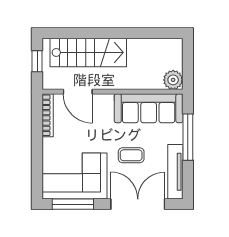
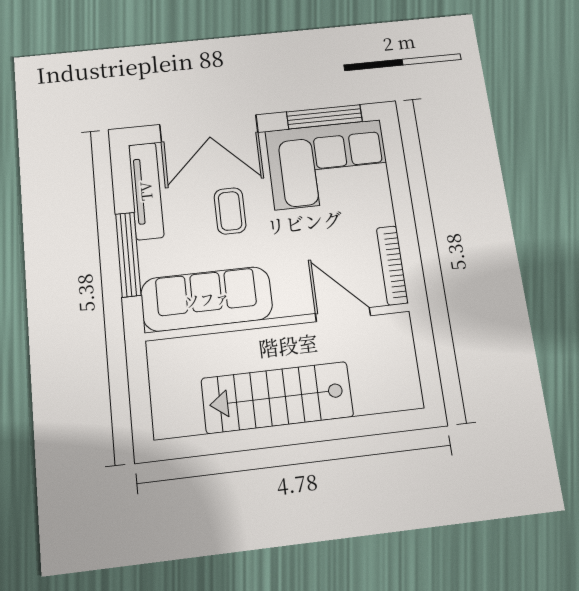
stairs: (88, 52) -> (277, 397), moved
window: (37, 61) -> (427, 363), removed
plant: (173, 80) -> (165, 357), removed
coffee table: (131, 155) -> (230, 211), turned 90

